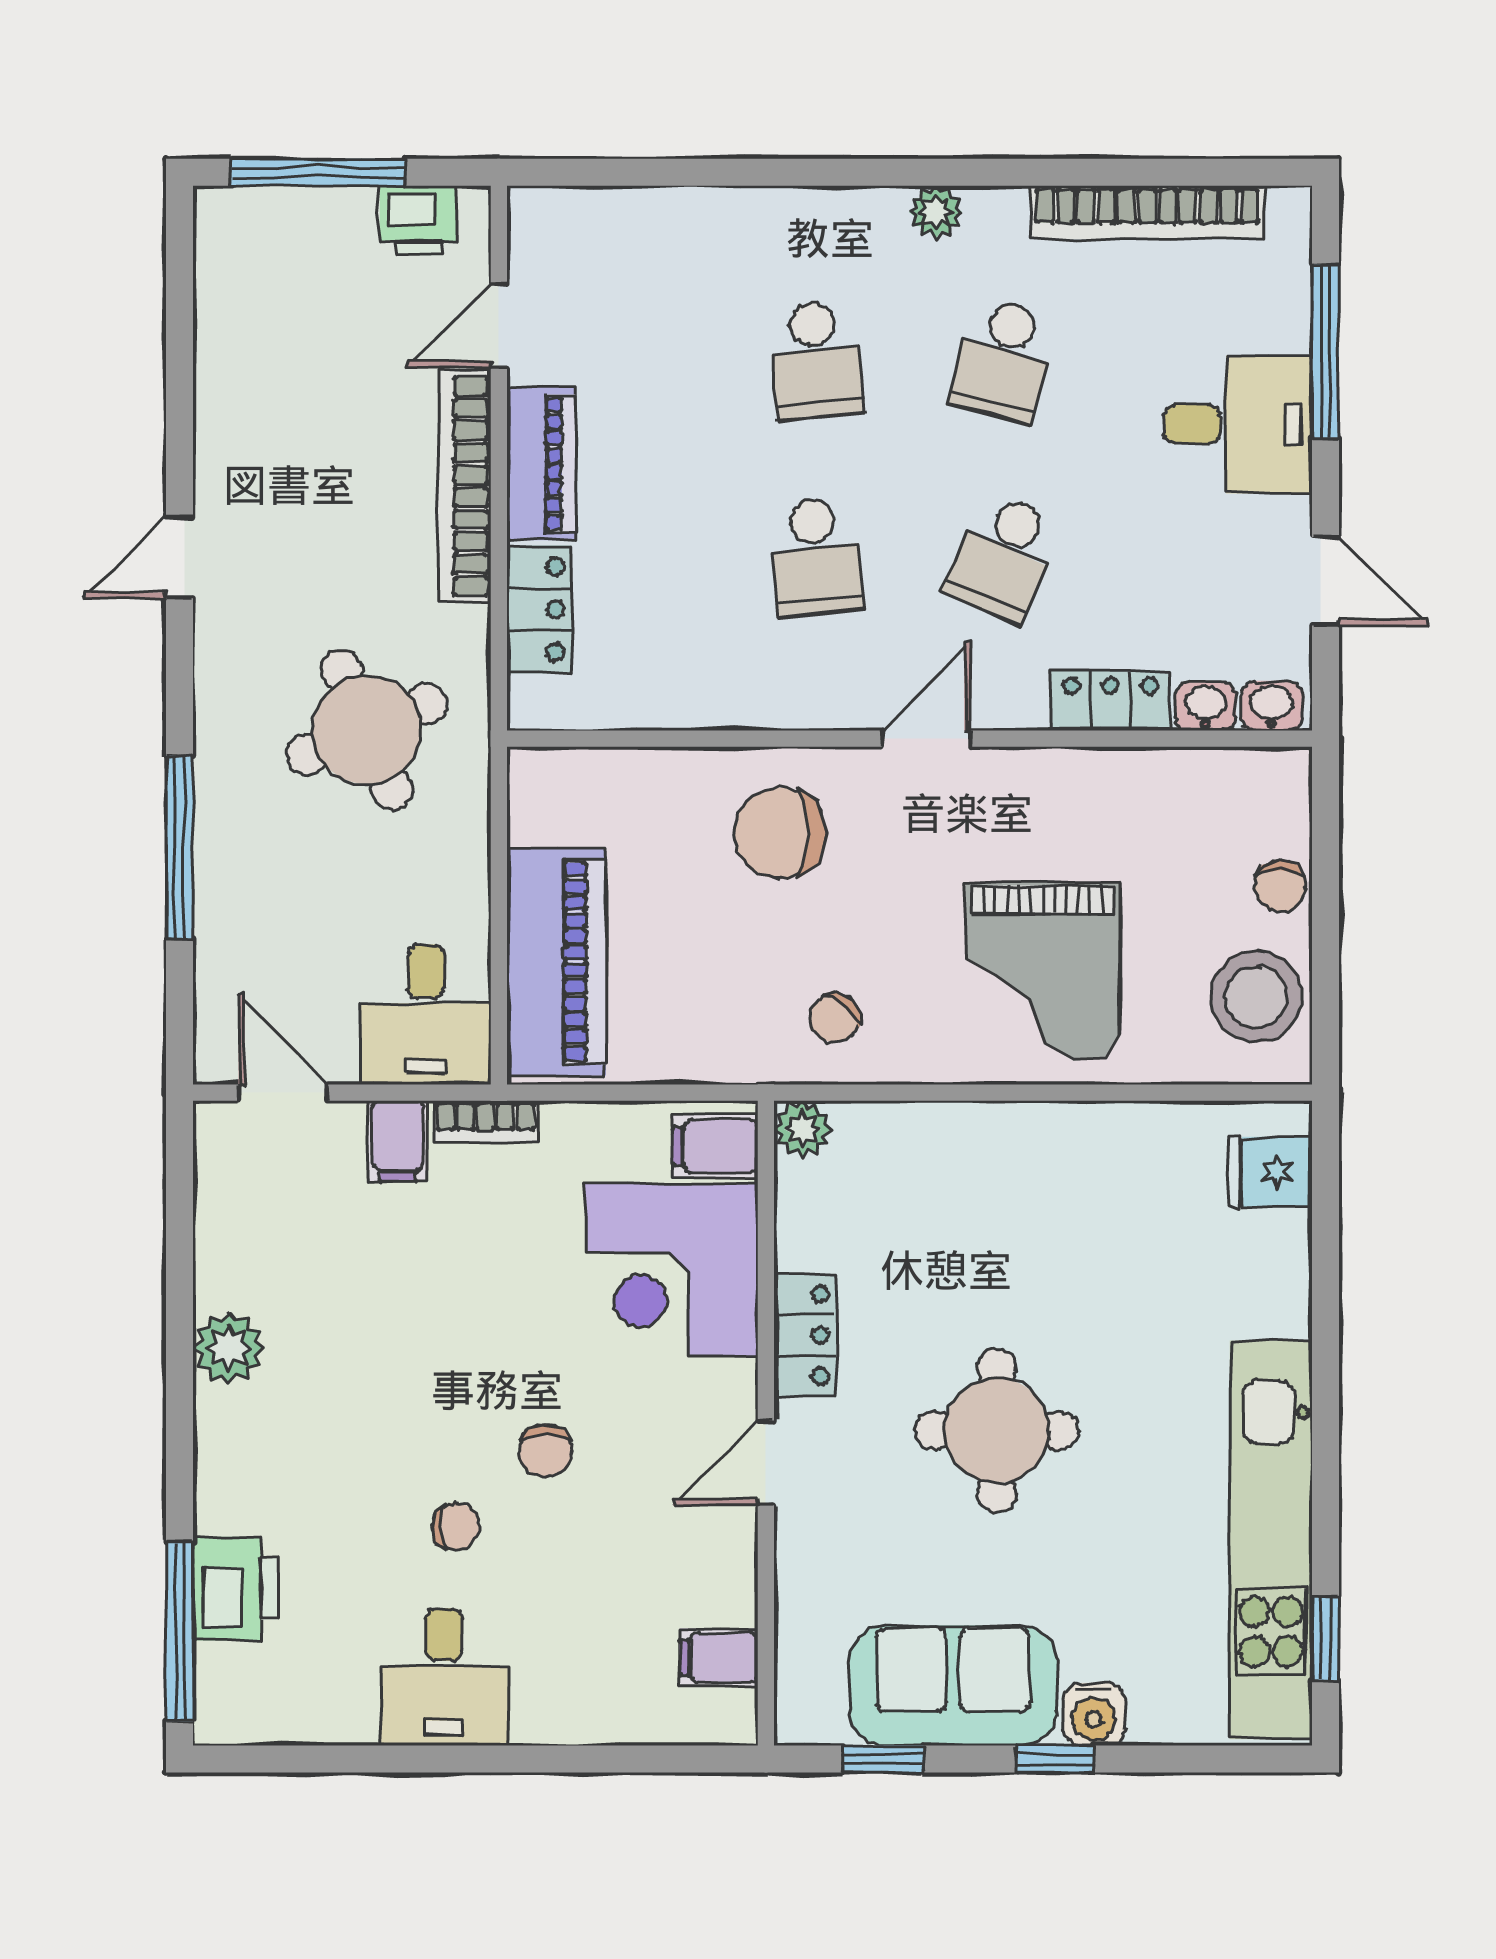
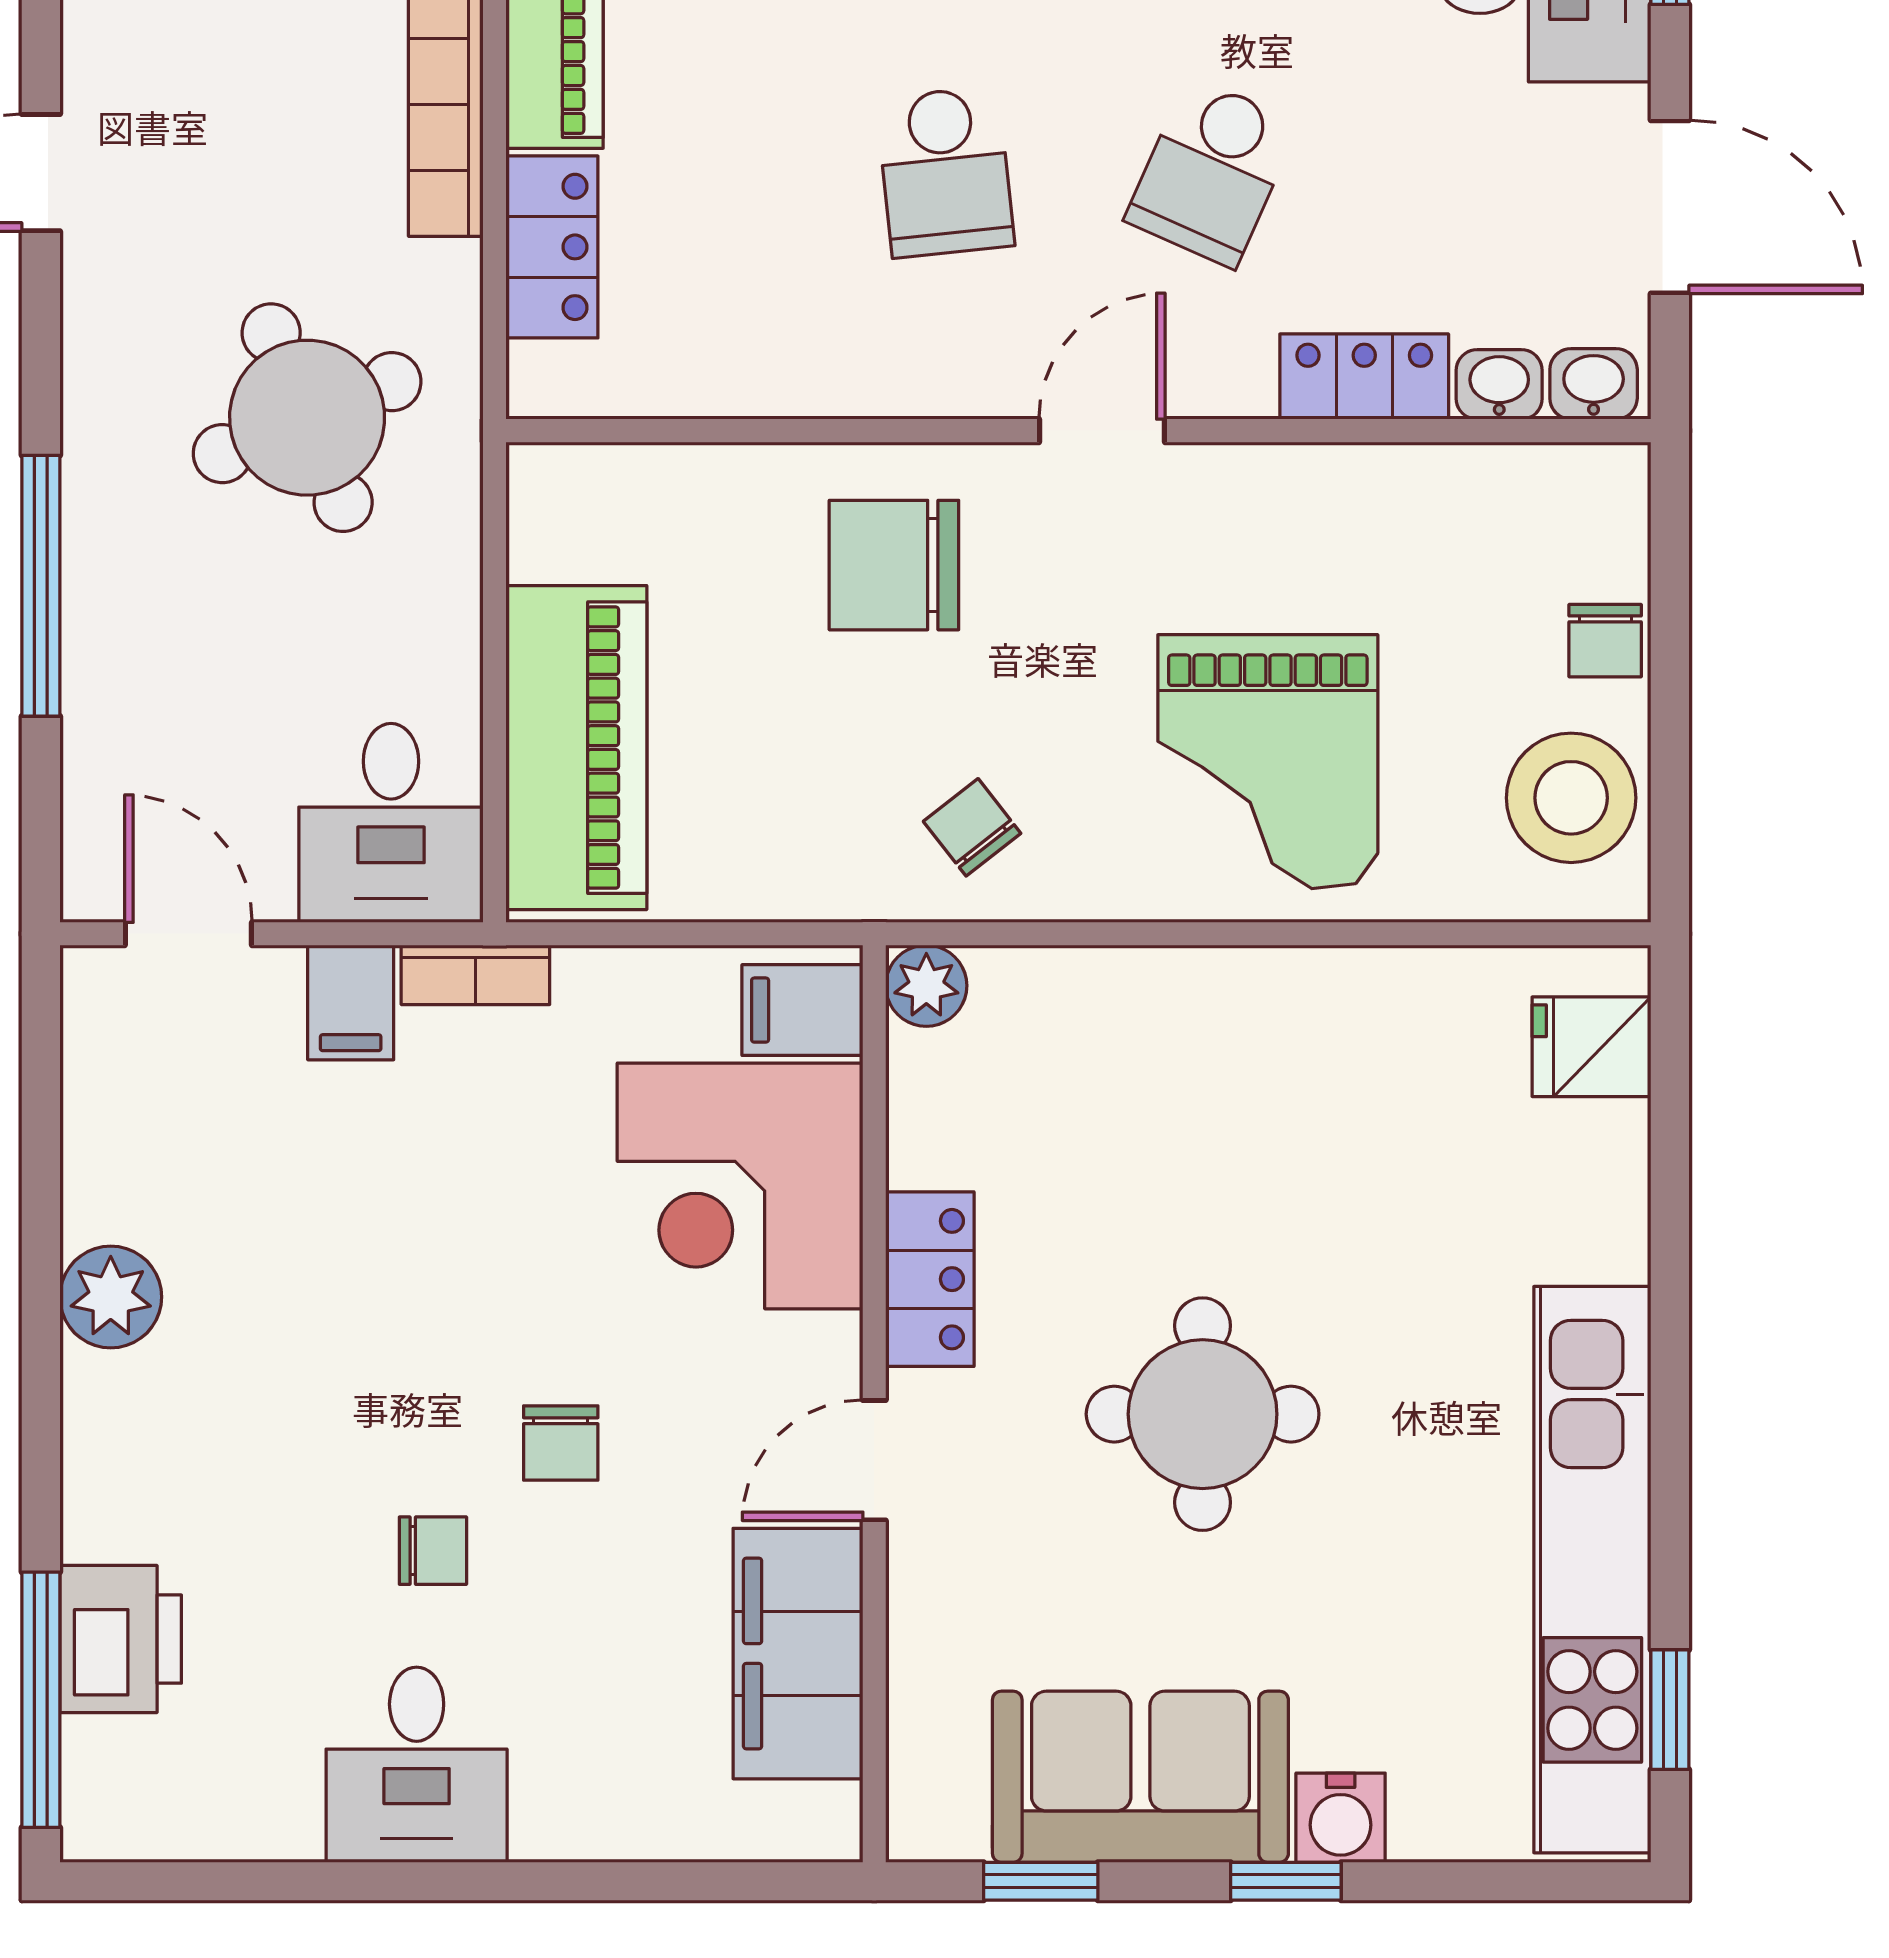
door: (1326, 581) -> (1670, 207), width x1.38
chair: (835, 1018) -> (972, 827), turned 98
filing cabinet: (719, 1658) -> (798, 1654), width x3.00, depth x1.17

